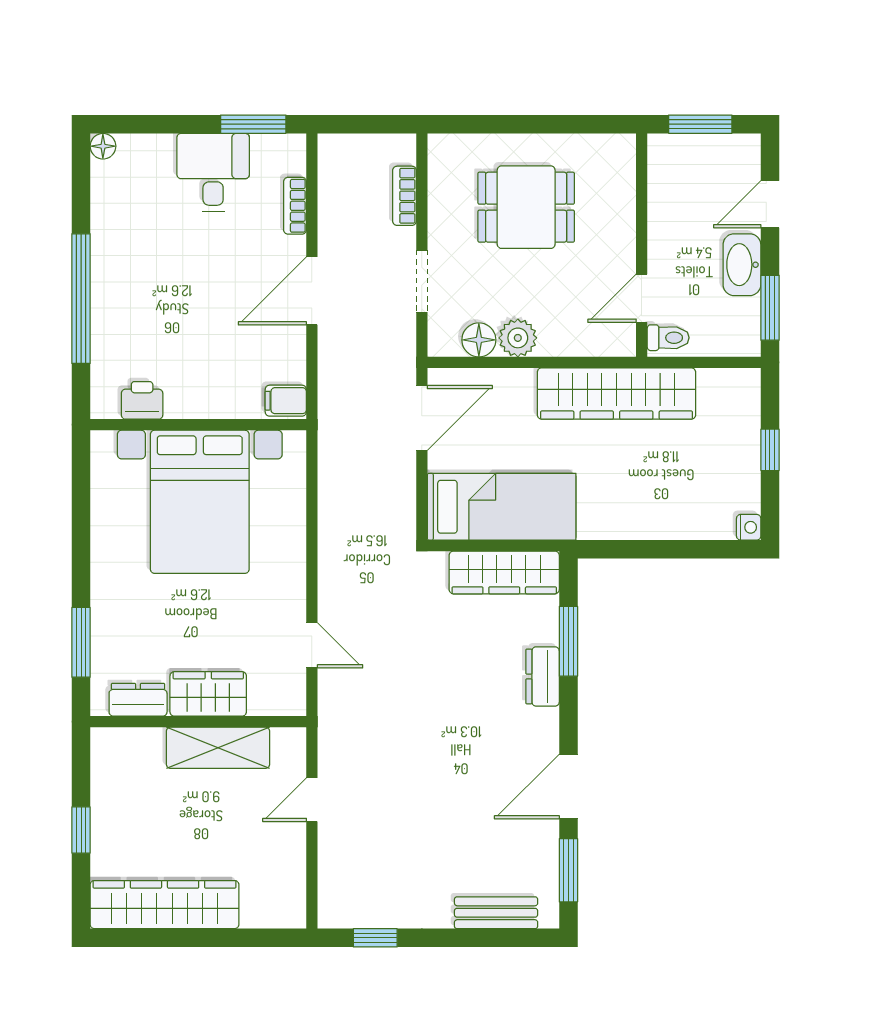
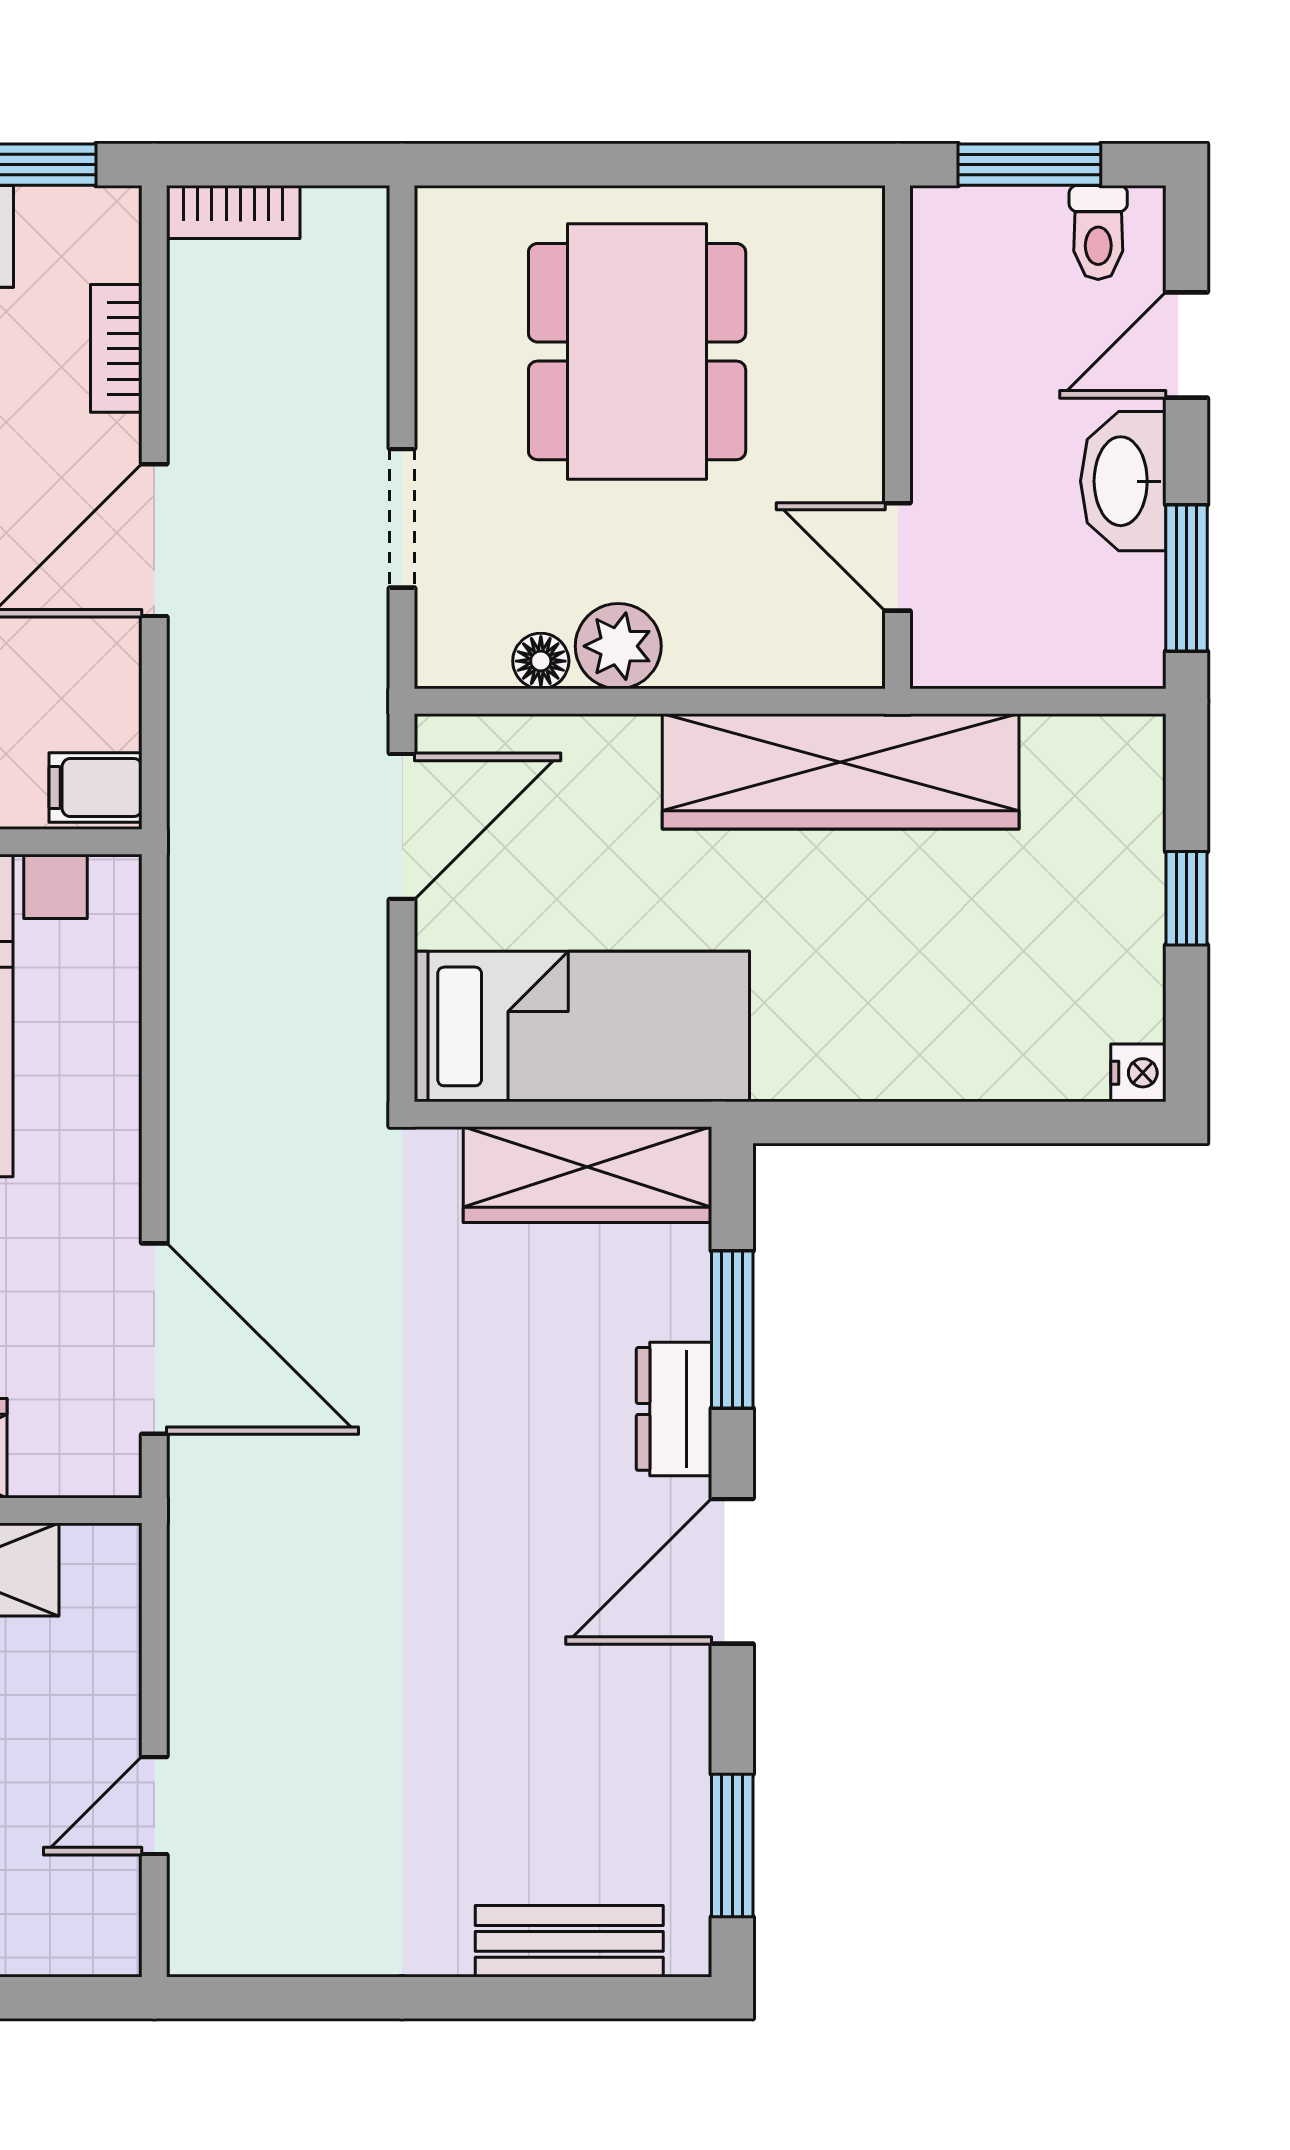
bookcase: (405, 196) -> (233, 212), moved, turned -90
dining table: (526, 207) -> (637, 352), width x1.38
door: (642, 298) -> (897, 557), hinge flipped
toilet: (668, 338) -> (1098, 233), moved, turned 90
floor lamp: (479, 340) -> (541, 661), width x0.73, depth x0.73
door: (312, 645) -> (154, 1339), width x1.88
door: (568, 787) -> (732, 1571), moved
door: (312, 800) -> (154, 1806), moved
window: (375, 938) -> (297, 1998), removed

